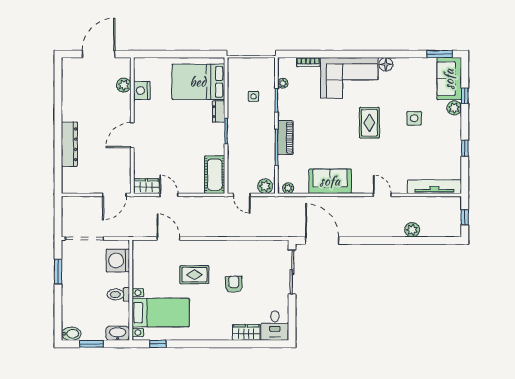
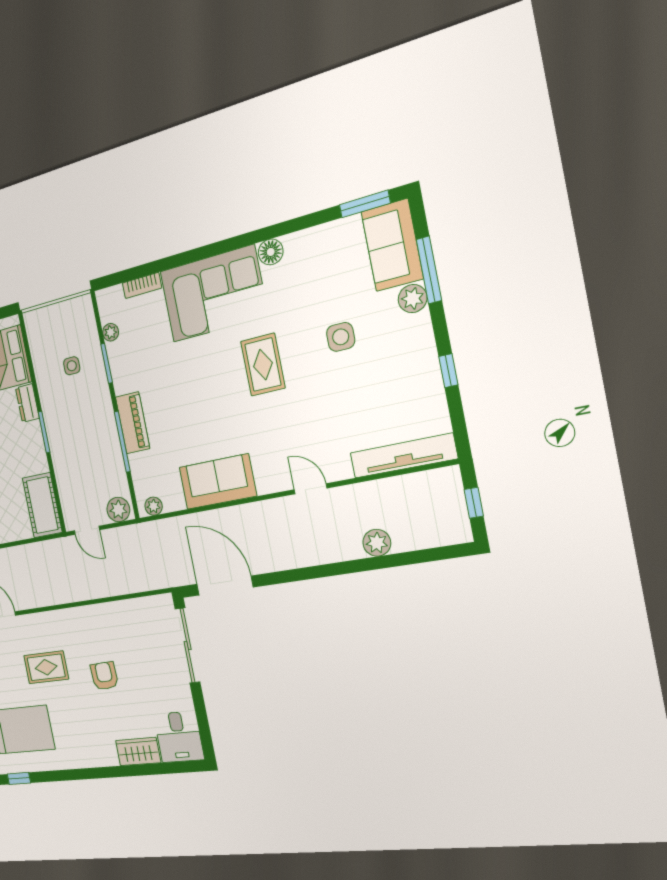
window: (465, 96) -> (429, 270), width x2.17

